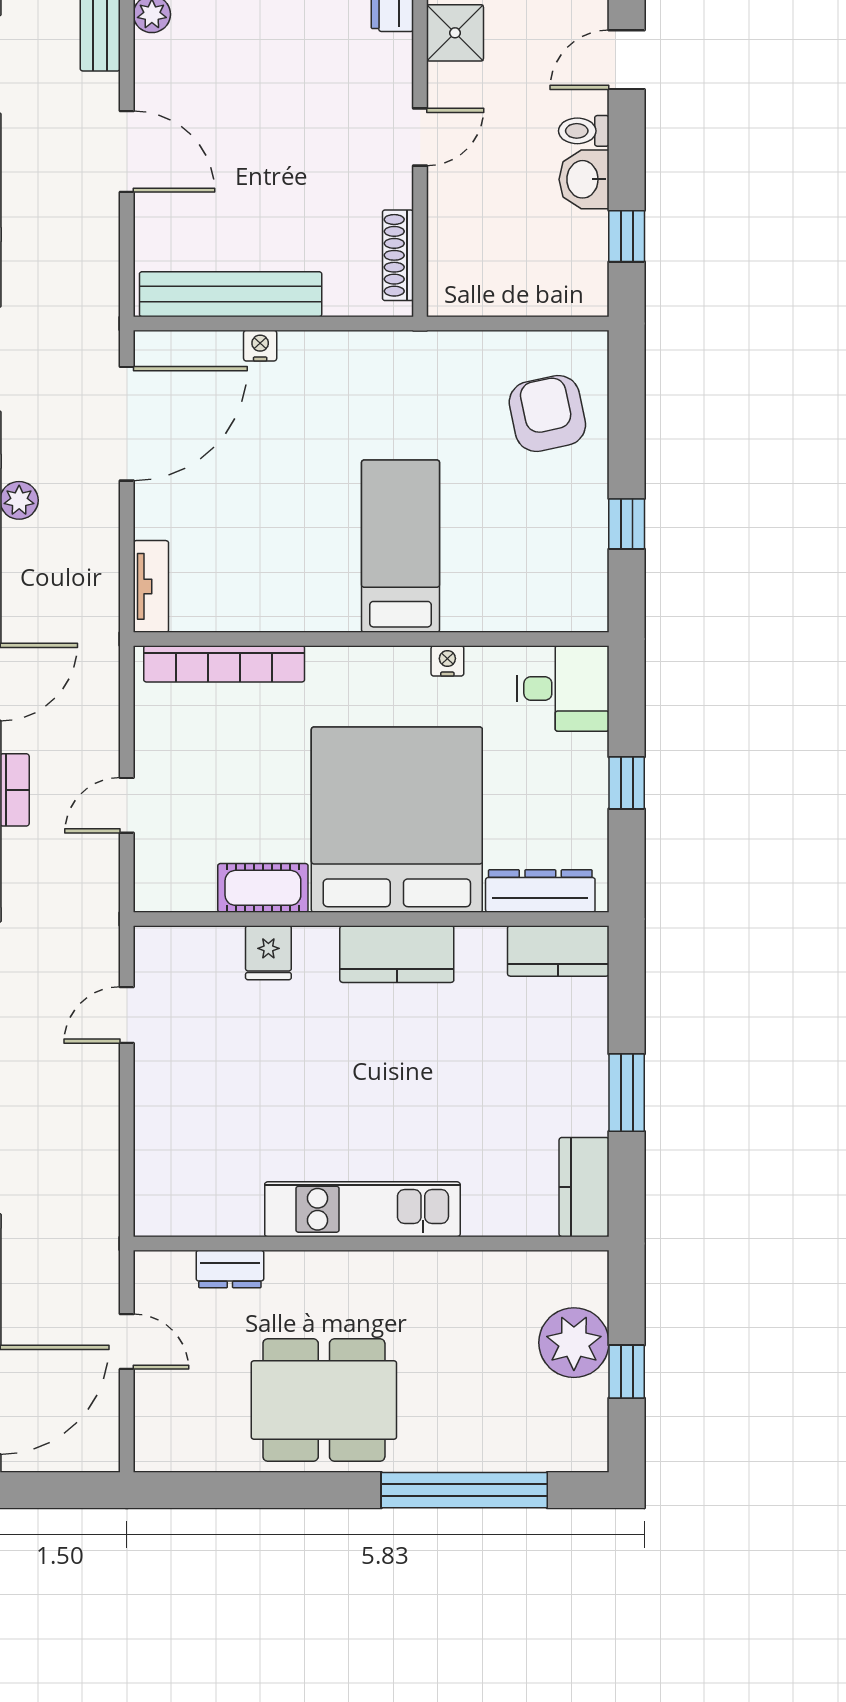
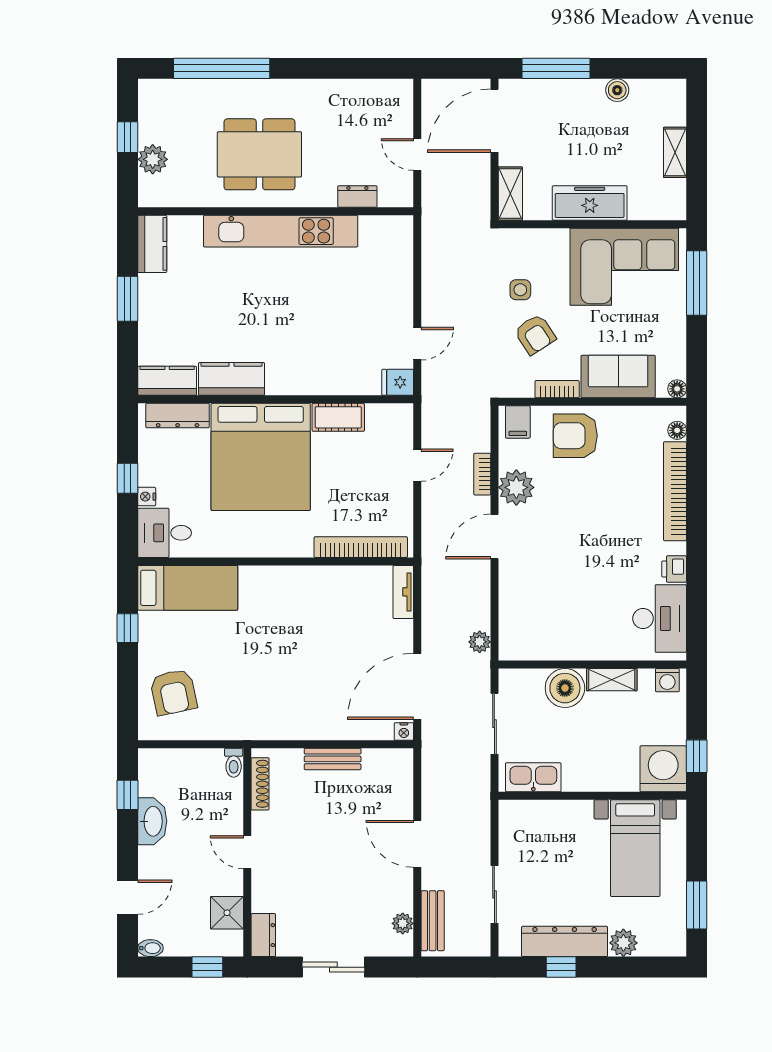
toilet: (584, 131) -> (234, 763), moved, turned 90
door: (420, 137) -> (247, 852), hinge flipped
washbasin: (584, 179) -> (152, 821), width x1.38
bench: (231, 294) -> (333, 759), width x0.54, depth x0.82
nightstand: (260, 346) -> (404, 731), moved
bed: (400, 546) -> (188, 588), moved, turned -90
nightstand: (447, 661) -> (147, 497), moved, turned 90
fridge: (268, 953) -> (398, 382), moved, turned -90
kitchen counter: (397, 954) -> (231, 379), moved
kitchen unit: (362, 1209) -> (281, 231), width x1.36
plant: (574, 1343) -> (153, 159), width x0.73, depth x0.73
dining table: (324, 1400) -> (259, 154), moved

